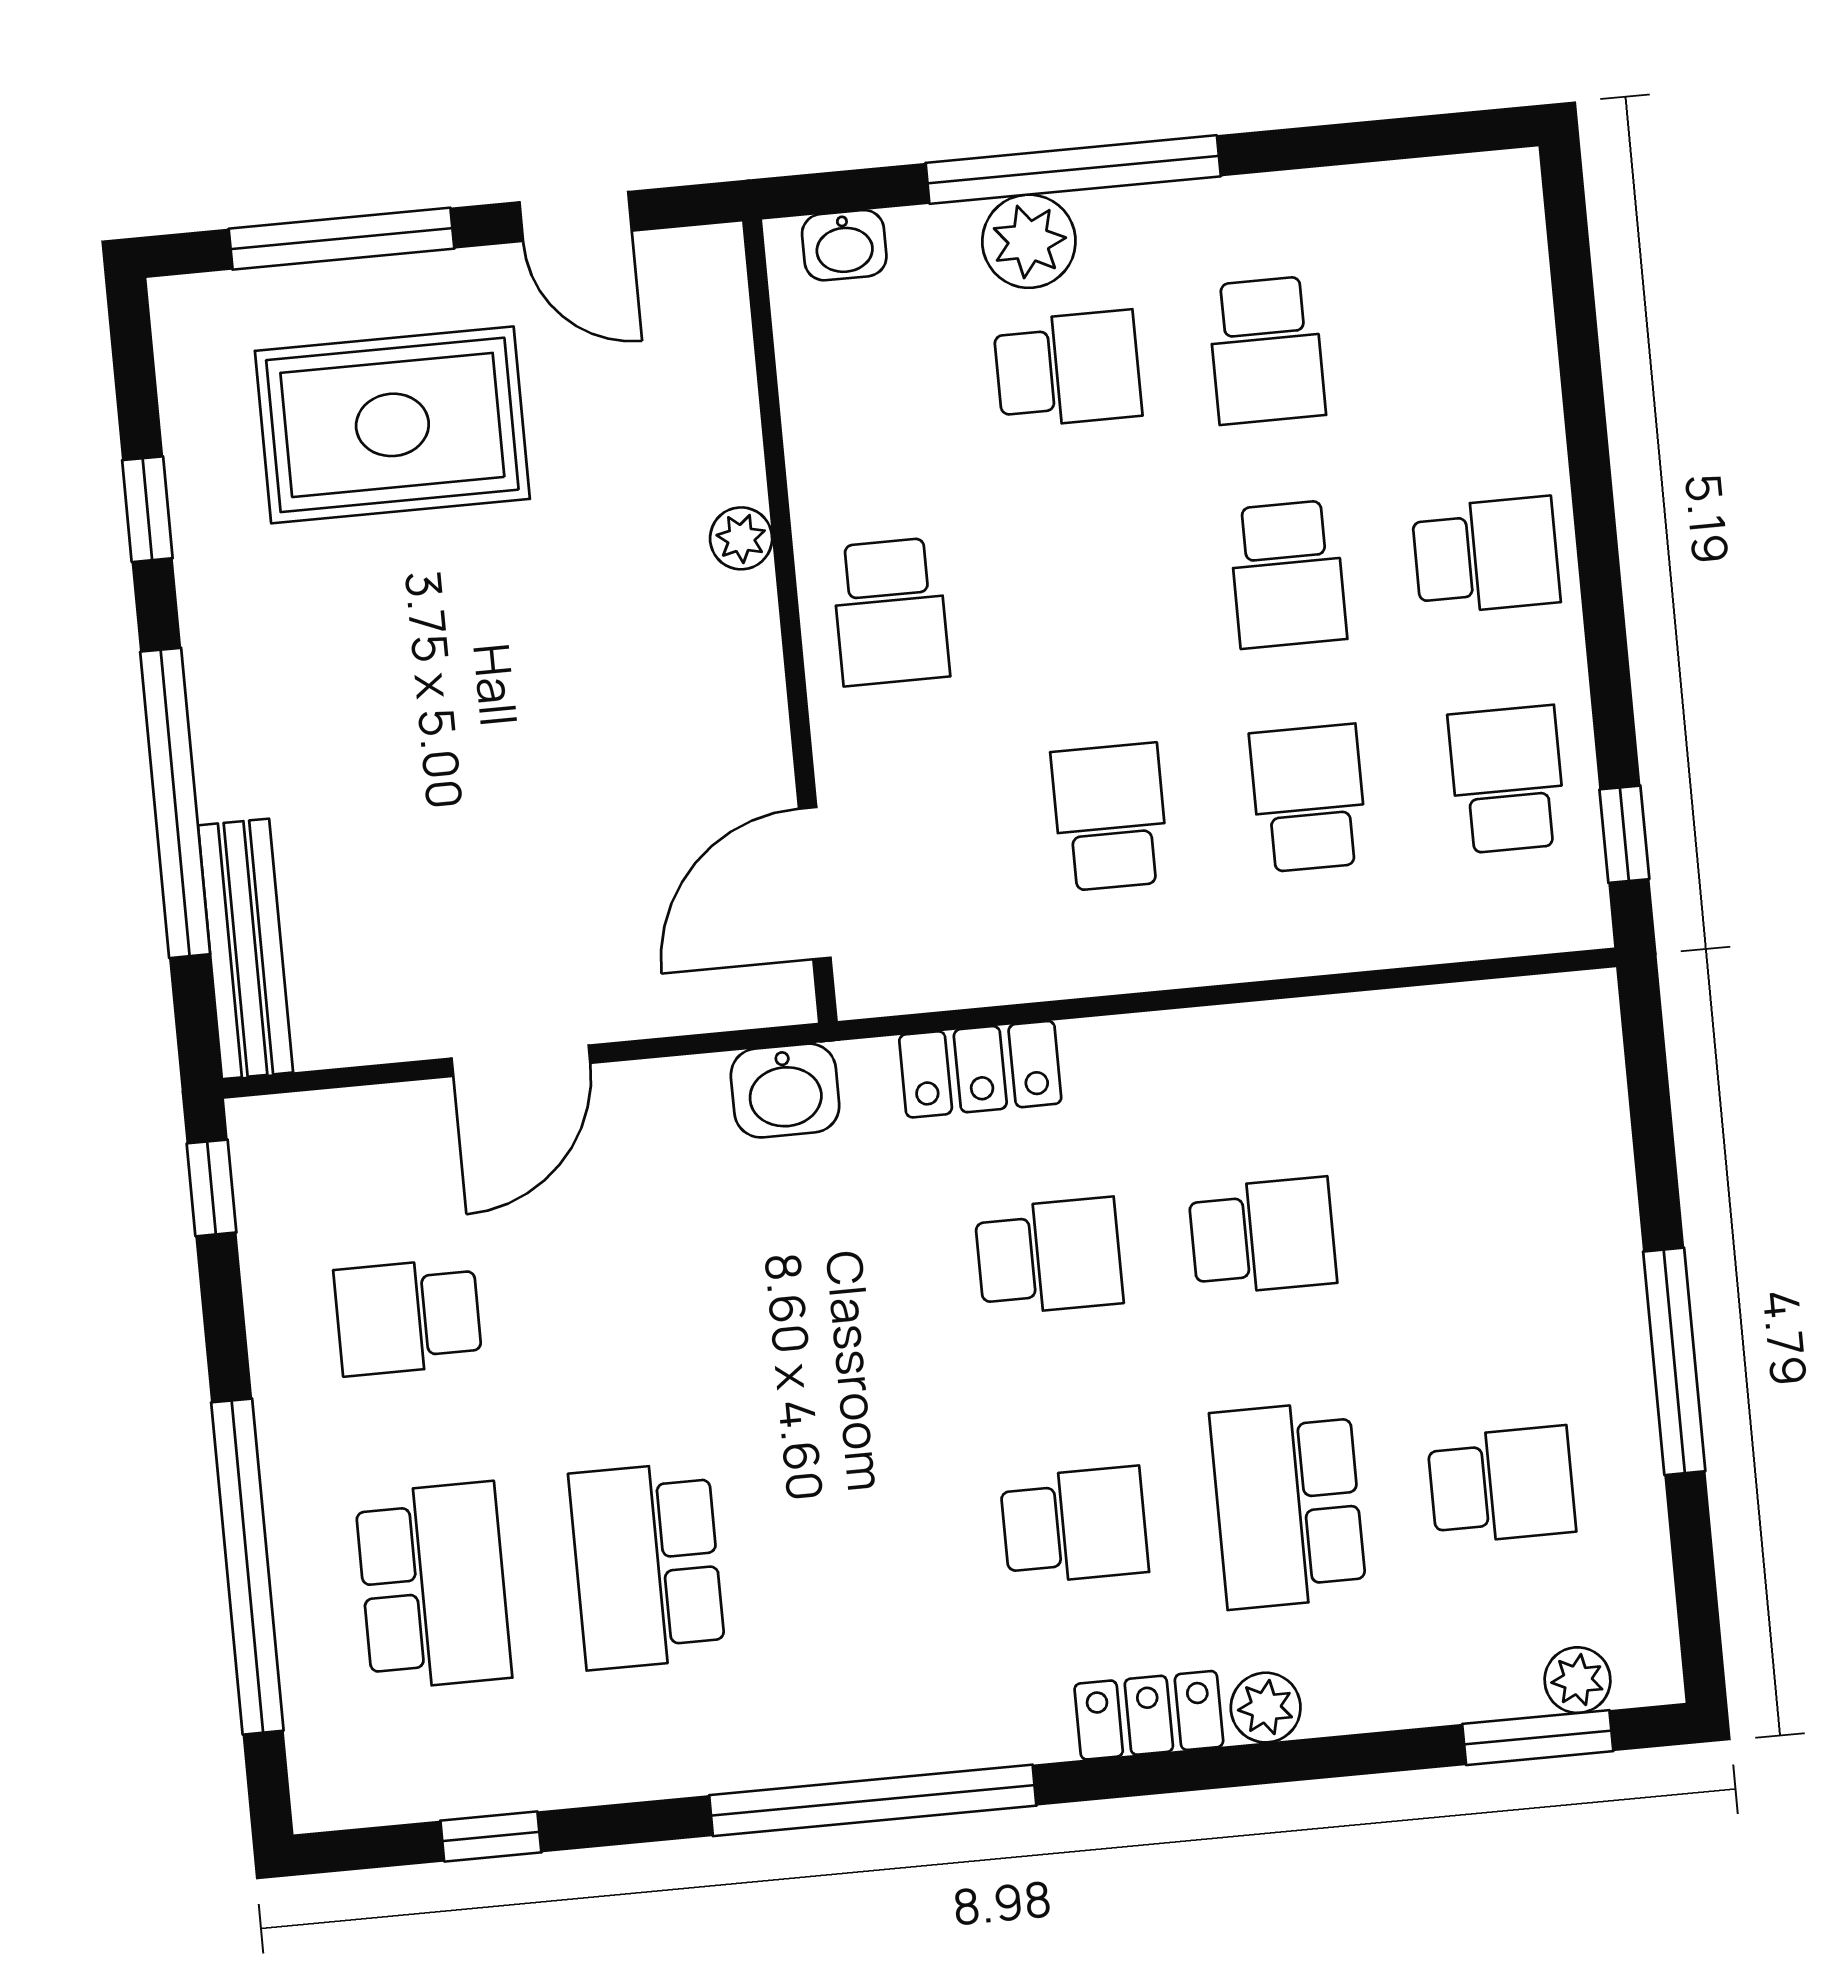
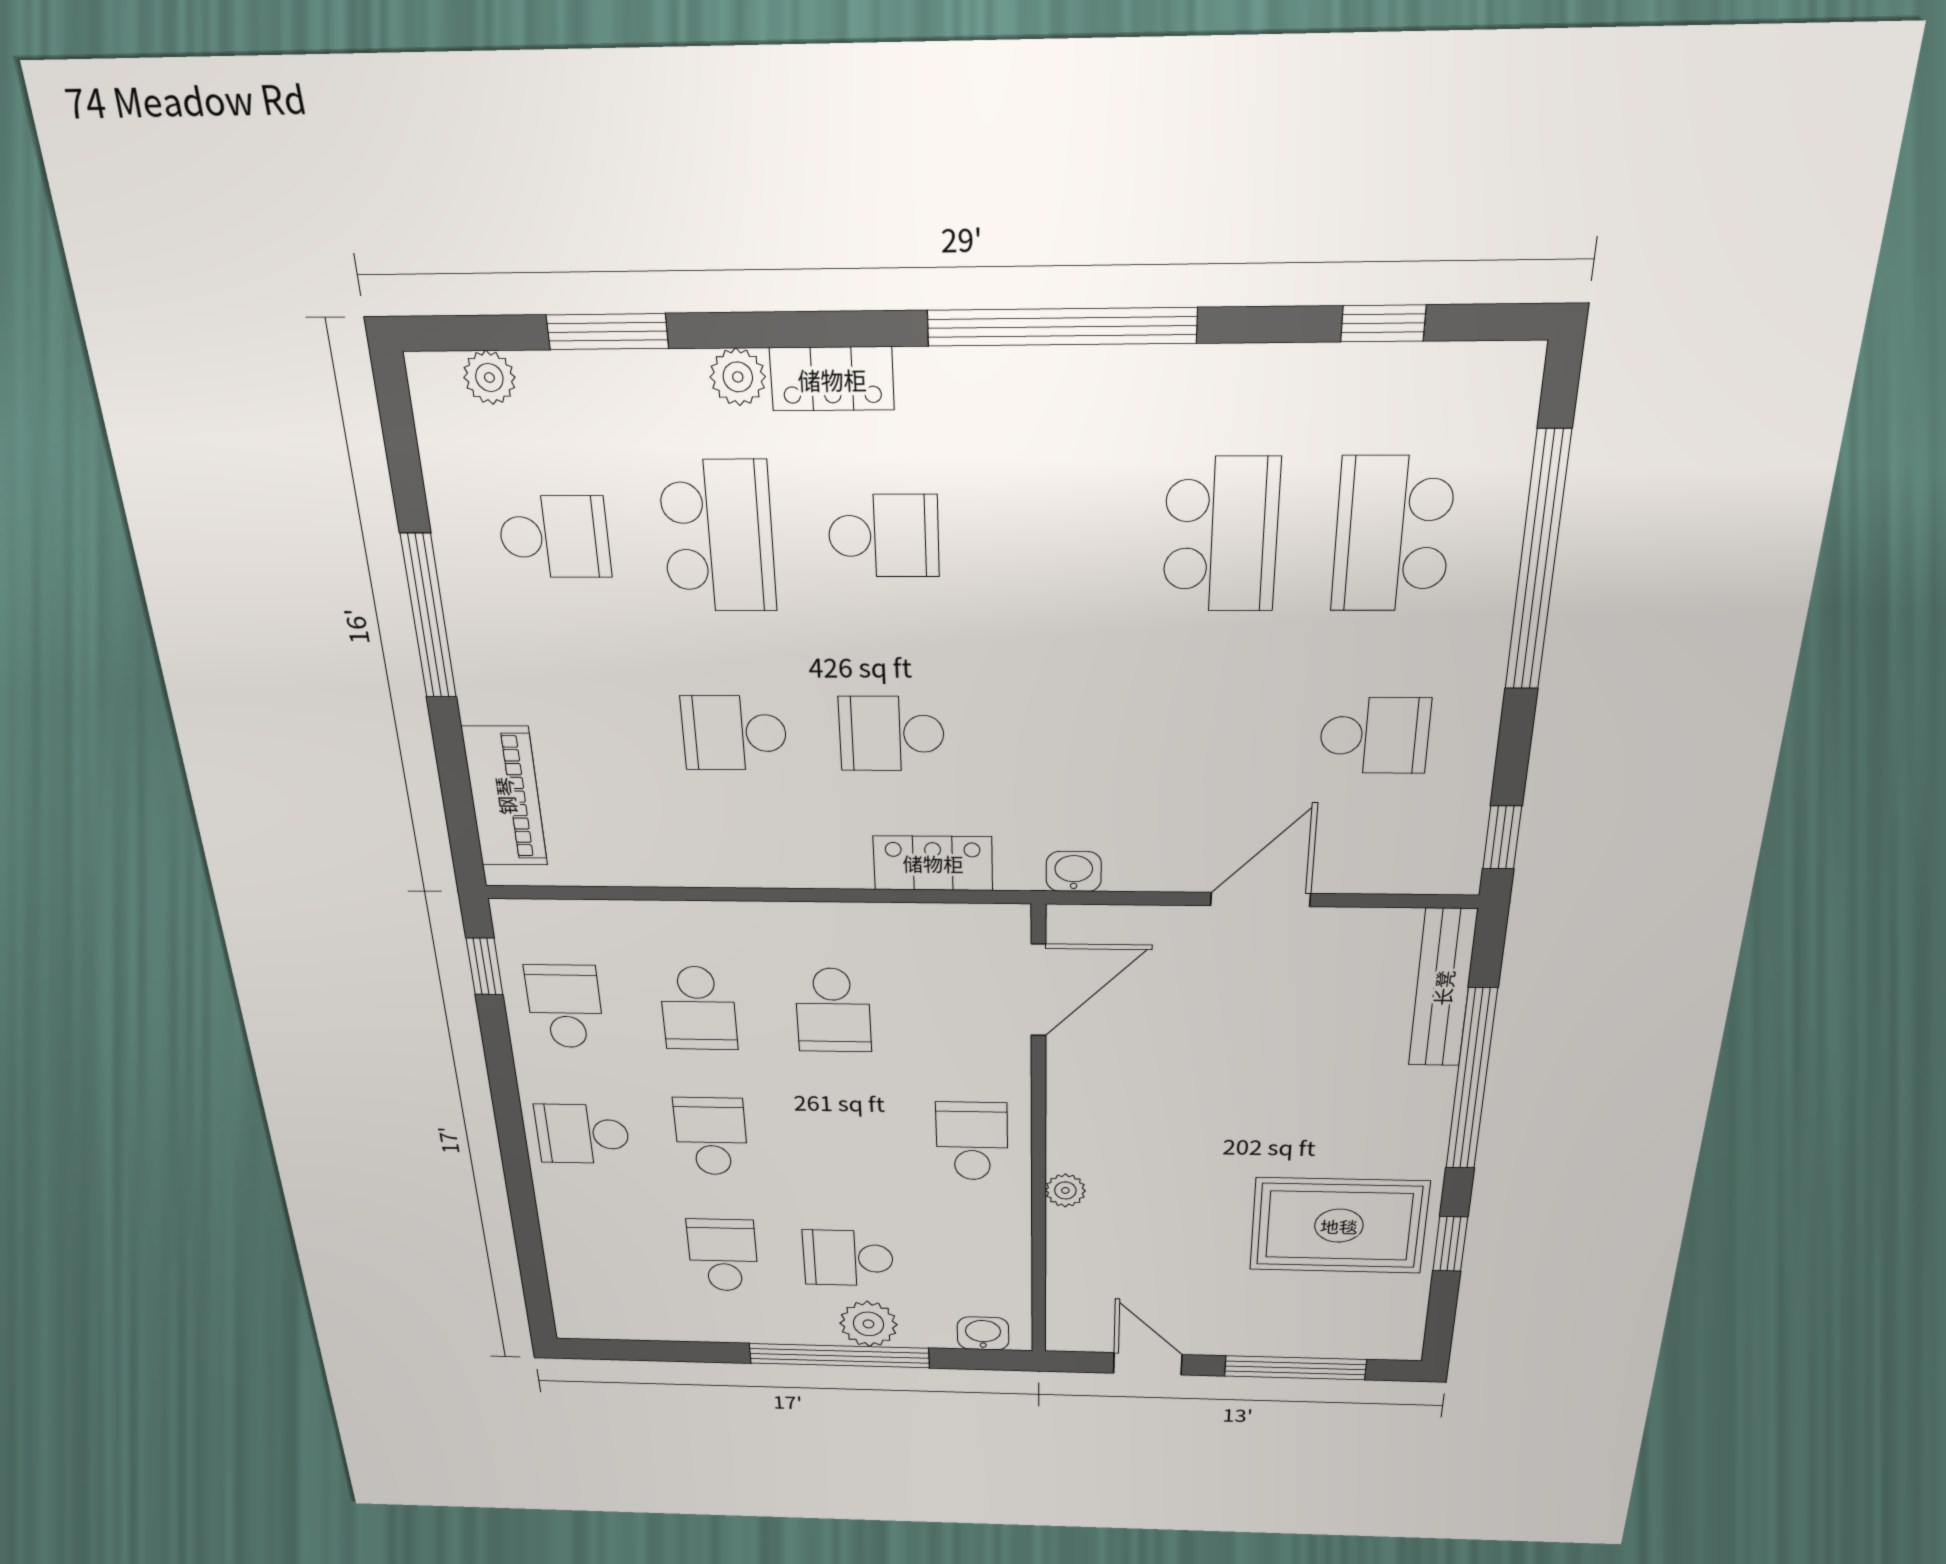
rug: (392, 425) -> (1339, 1226), moved
school desk: (1507, 779) -> (565, 1006), turned 180
washbasin: (785, 1091) -> (1074, 871), width x0.72, depth x0.69
piano: (1583, 1110) -> (505, 796), added
school desk: (1502, 1485) -> (554, 537), turned 180
school desk: (1074, 1525) -> (884, 536), turned 180
window: (1538, 1738) -> (607, 332), moved

